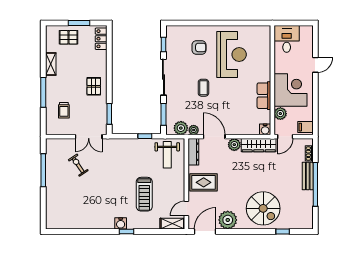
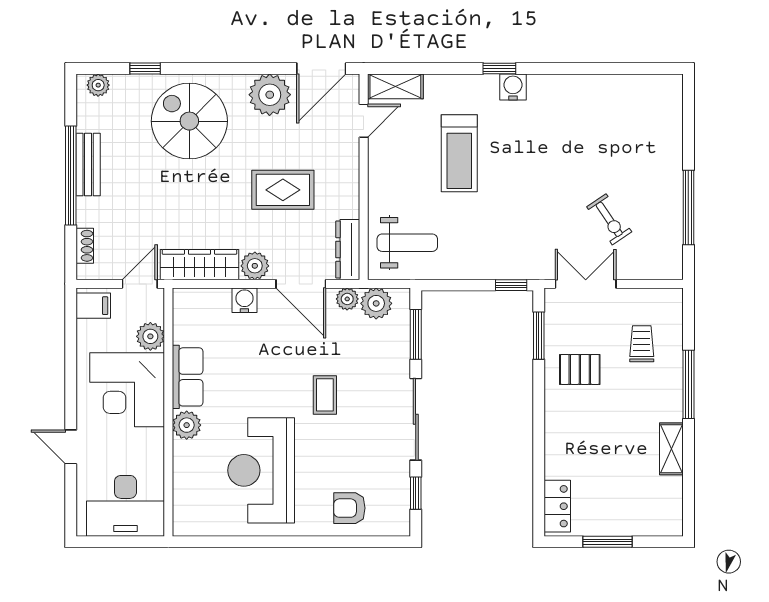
pallet: (69, 37) -> (631, 509), removed
desk: (287, 39) -> (125, 506), width x1.37
armchair: (199, 47) -> (349, 508), moved
door: (315, 65) -> (71, 447), hinge flipped
plant: (264, 74) -> (187, 425), added
pallet: (94, 86) -> (580, 369), moved, turned 90
water cooler: (265, 129) -> (244, 300), moved
window: (145, 136) -> (511, 285), moved
weight bench: (167, 155) -> (407, 243), turned 90
bench: (308, 176) -> (88, 165), moved
rug: (204, 182) -> (283, 190), moved
treadmill: (144, 194) -> (459, 153), turned 180
plant: (303, 224) -> (98, 85), added

